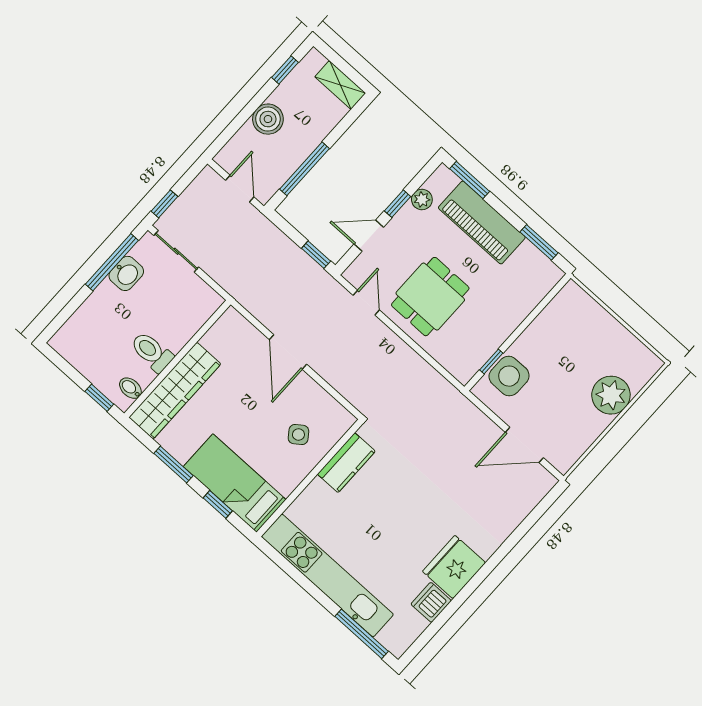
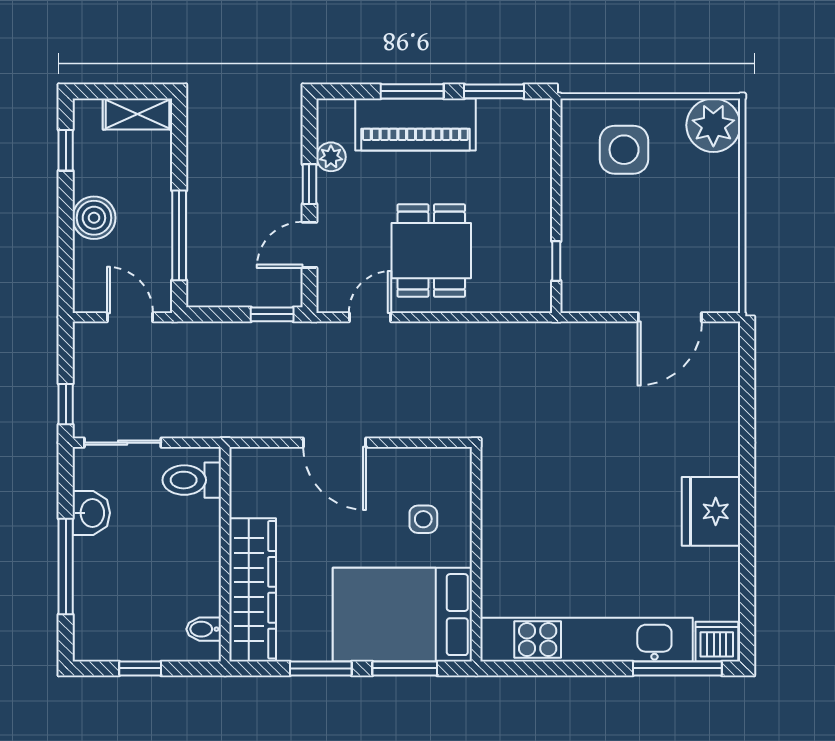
window: (470, 180) -> (412, 91), moved
window: (112, 262) -> (66, 567), moved
door: (366, 303) -> (370, 317), hinge flipped
toilet: (152, 352) -> (192, 480), moved
side table: (509, 376) -> (624, 150), moved
plant: (611, 395) -> (713, 125), moved
window: (99, 398) -> (140, 668), moved
side table: (298, 434) -> (423, 519), turned 36
kitchen counter: (346, 463) -> (500, 504), removed
bed: (235, 483) -> (402, 615), width x1.50
window: (218, 504) -> (405, 668), width x1.50
dishwasher: (431, 602) -> (717, 642), moved, turned 90

